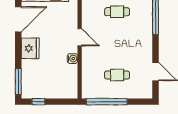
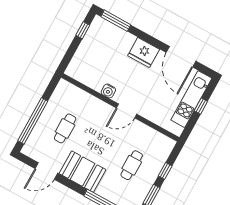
booth: (142, 45) -> (83, 172), added
window: (107, 102) -> (33, 121), moved

